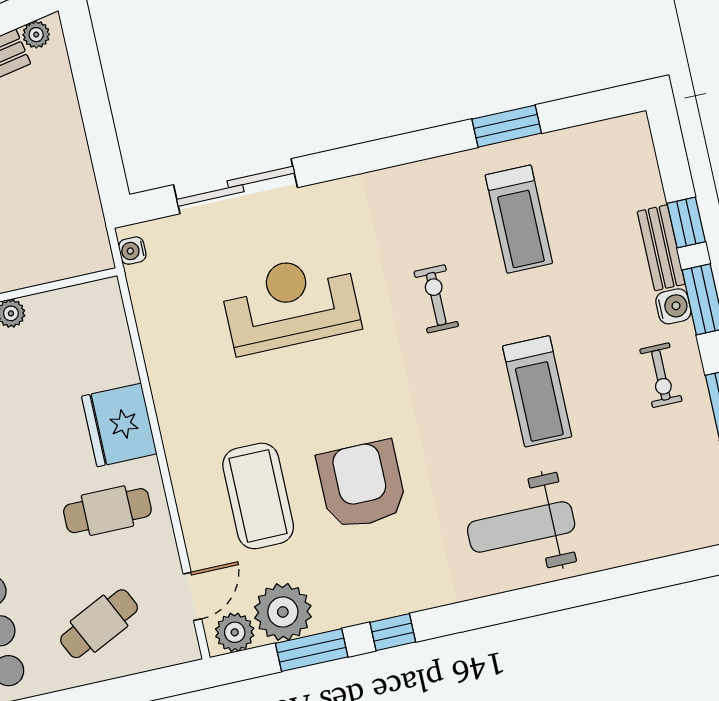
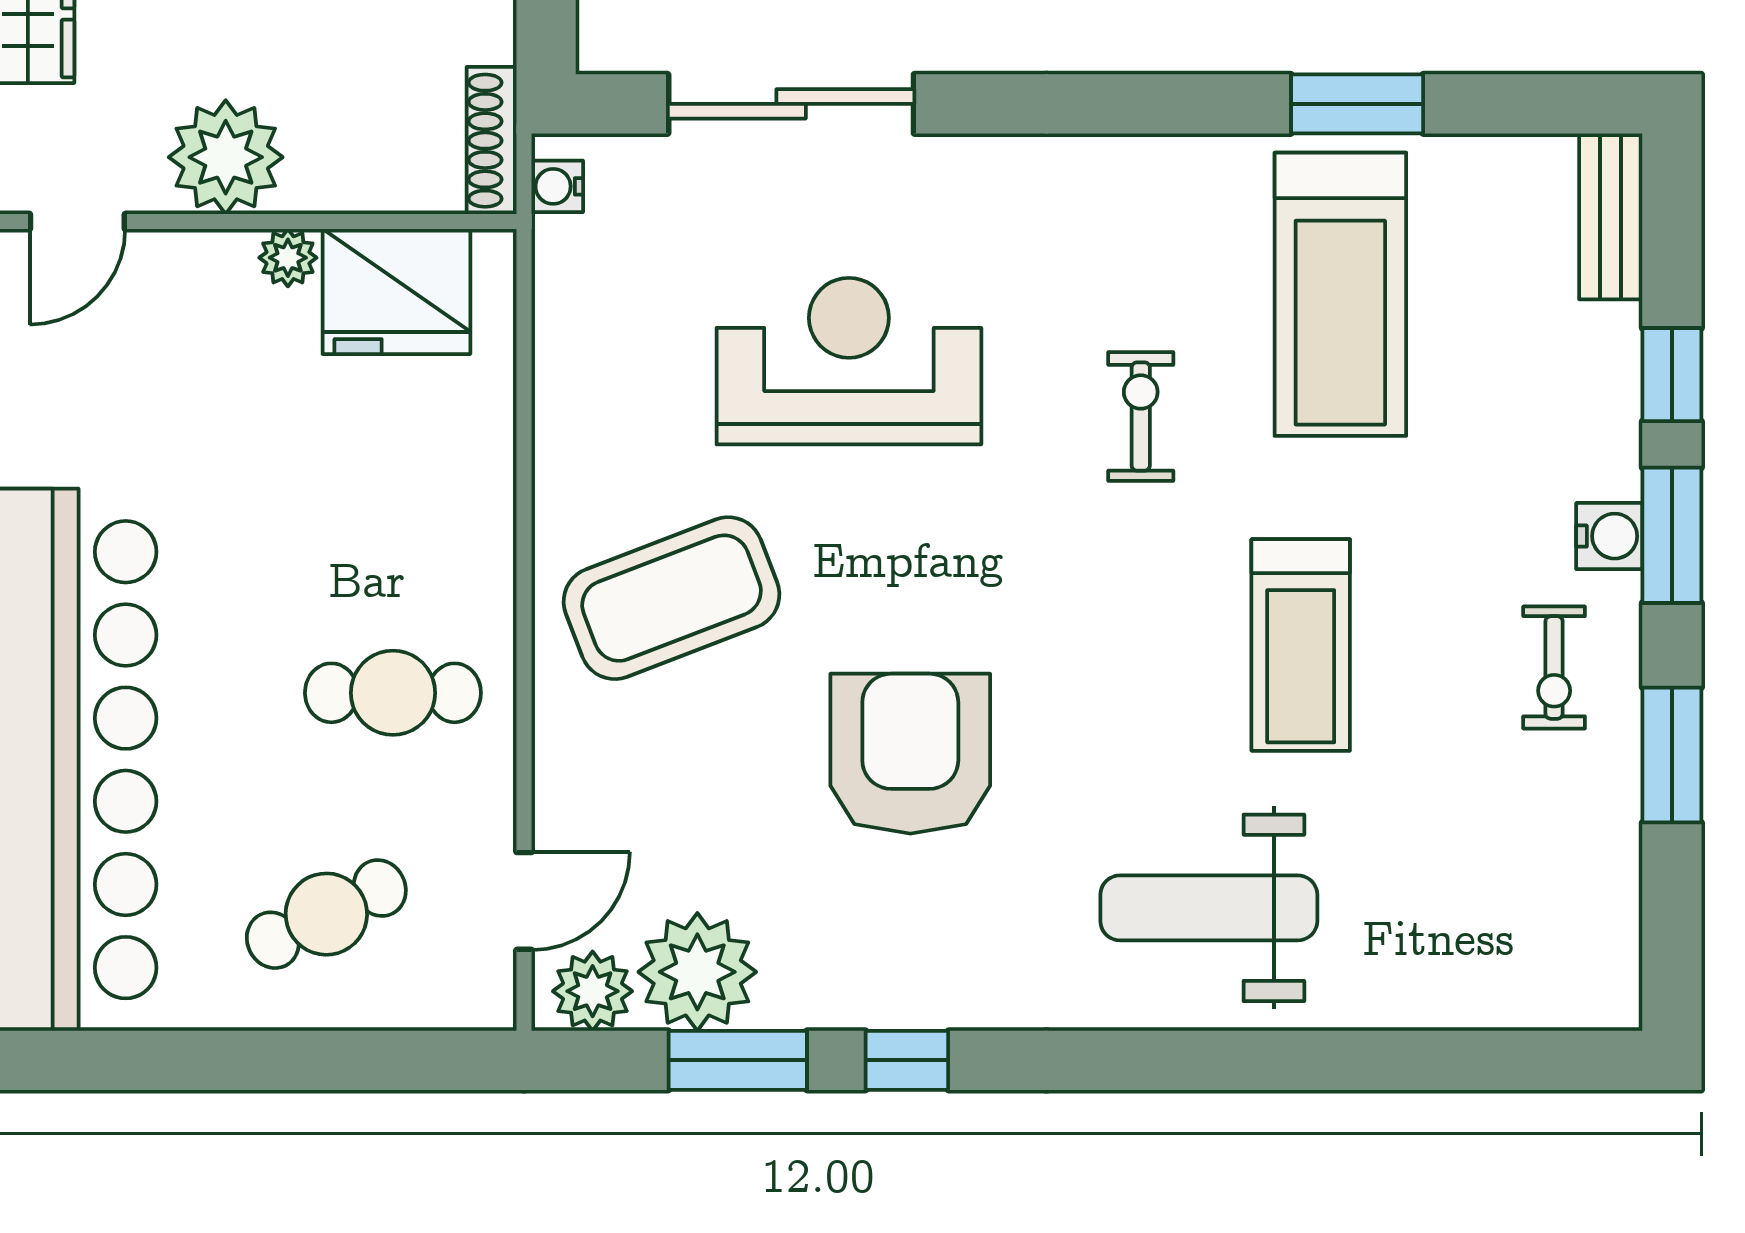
treadmill: (519, 219) -> (1340, 294), width x1.37, depth x1.38
shoe rack: (96, 236) -> (492, 141), added
bench: (661, 248) -> (1611, 216), moved
fridge: (119, 425) -> (396, 292), moved, turned -90
coffee table: (258, 496) -> (672, 598), moved, turned 69

